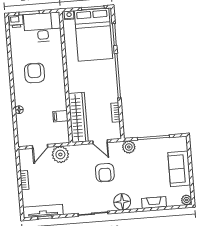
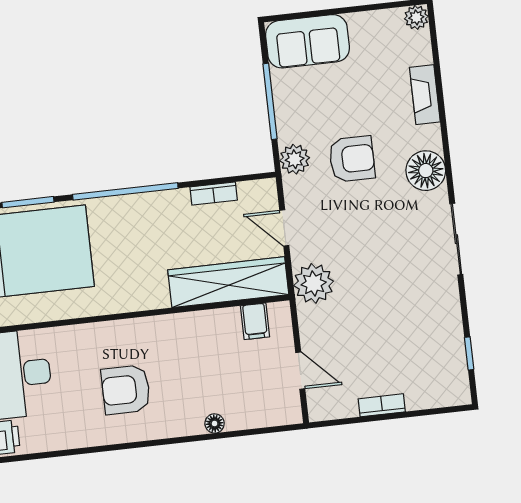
filing cabinet: (60, 116) -> (255, 321), moved
door: (100, 142) -> (284, 228), swing flipped
plant: (60, 154) -> (314, 283), moved
sofa: (179, 169) -> (307, 41), moved
armchair: (105, 173) -> (352, 159), moved
tv unit: (43, 211) -> (454, 359), removed

